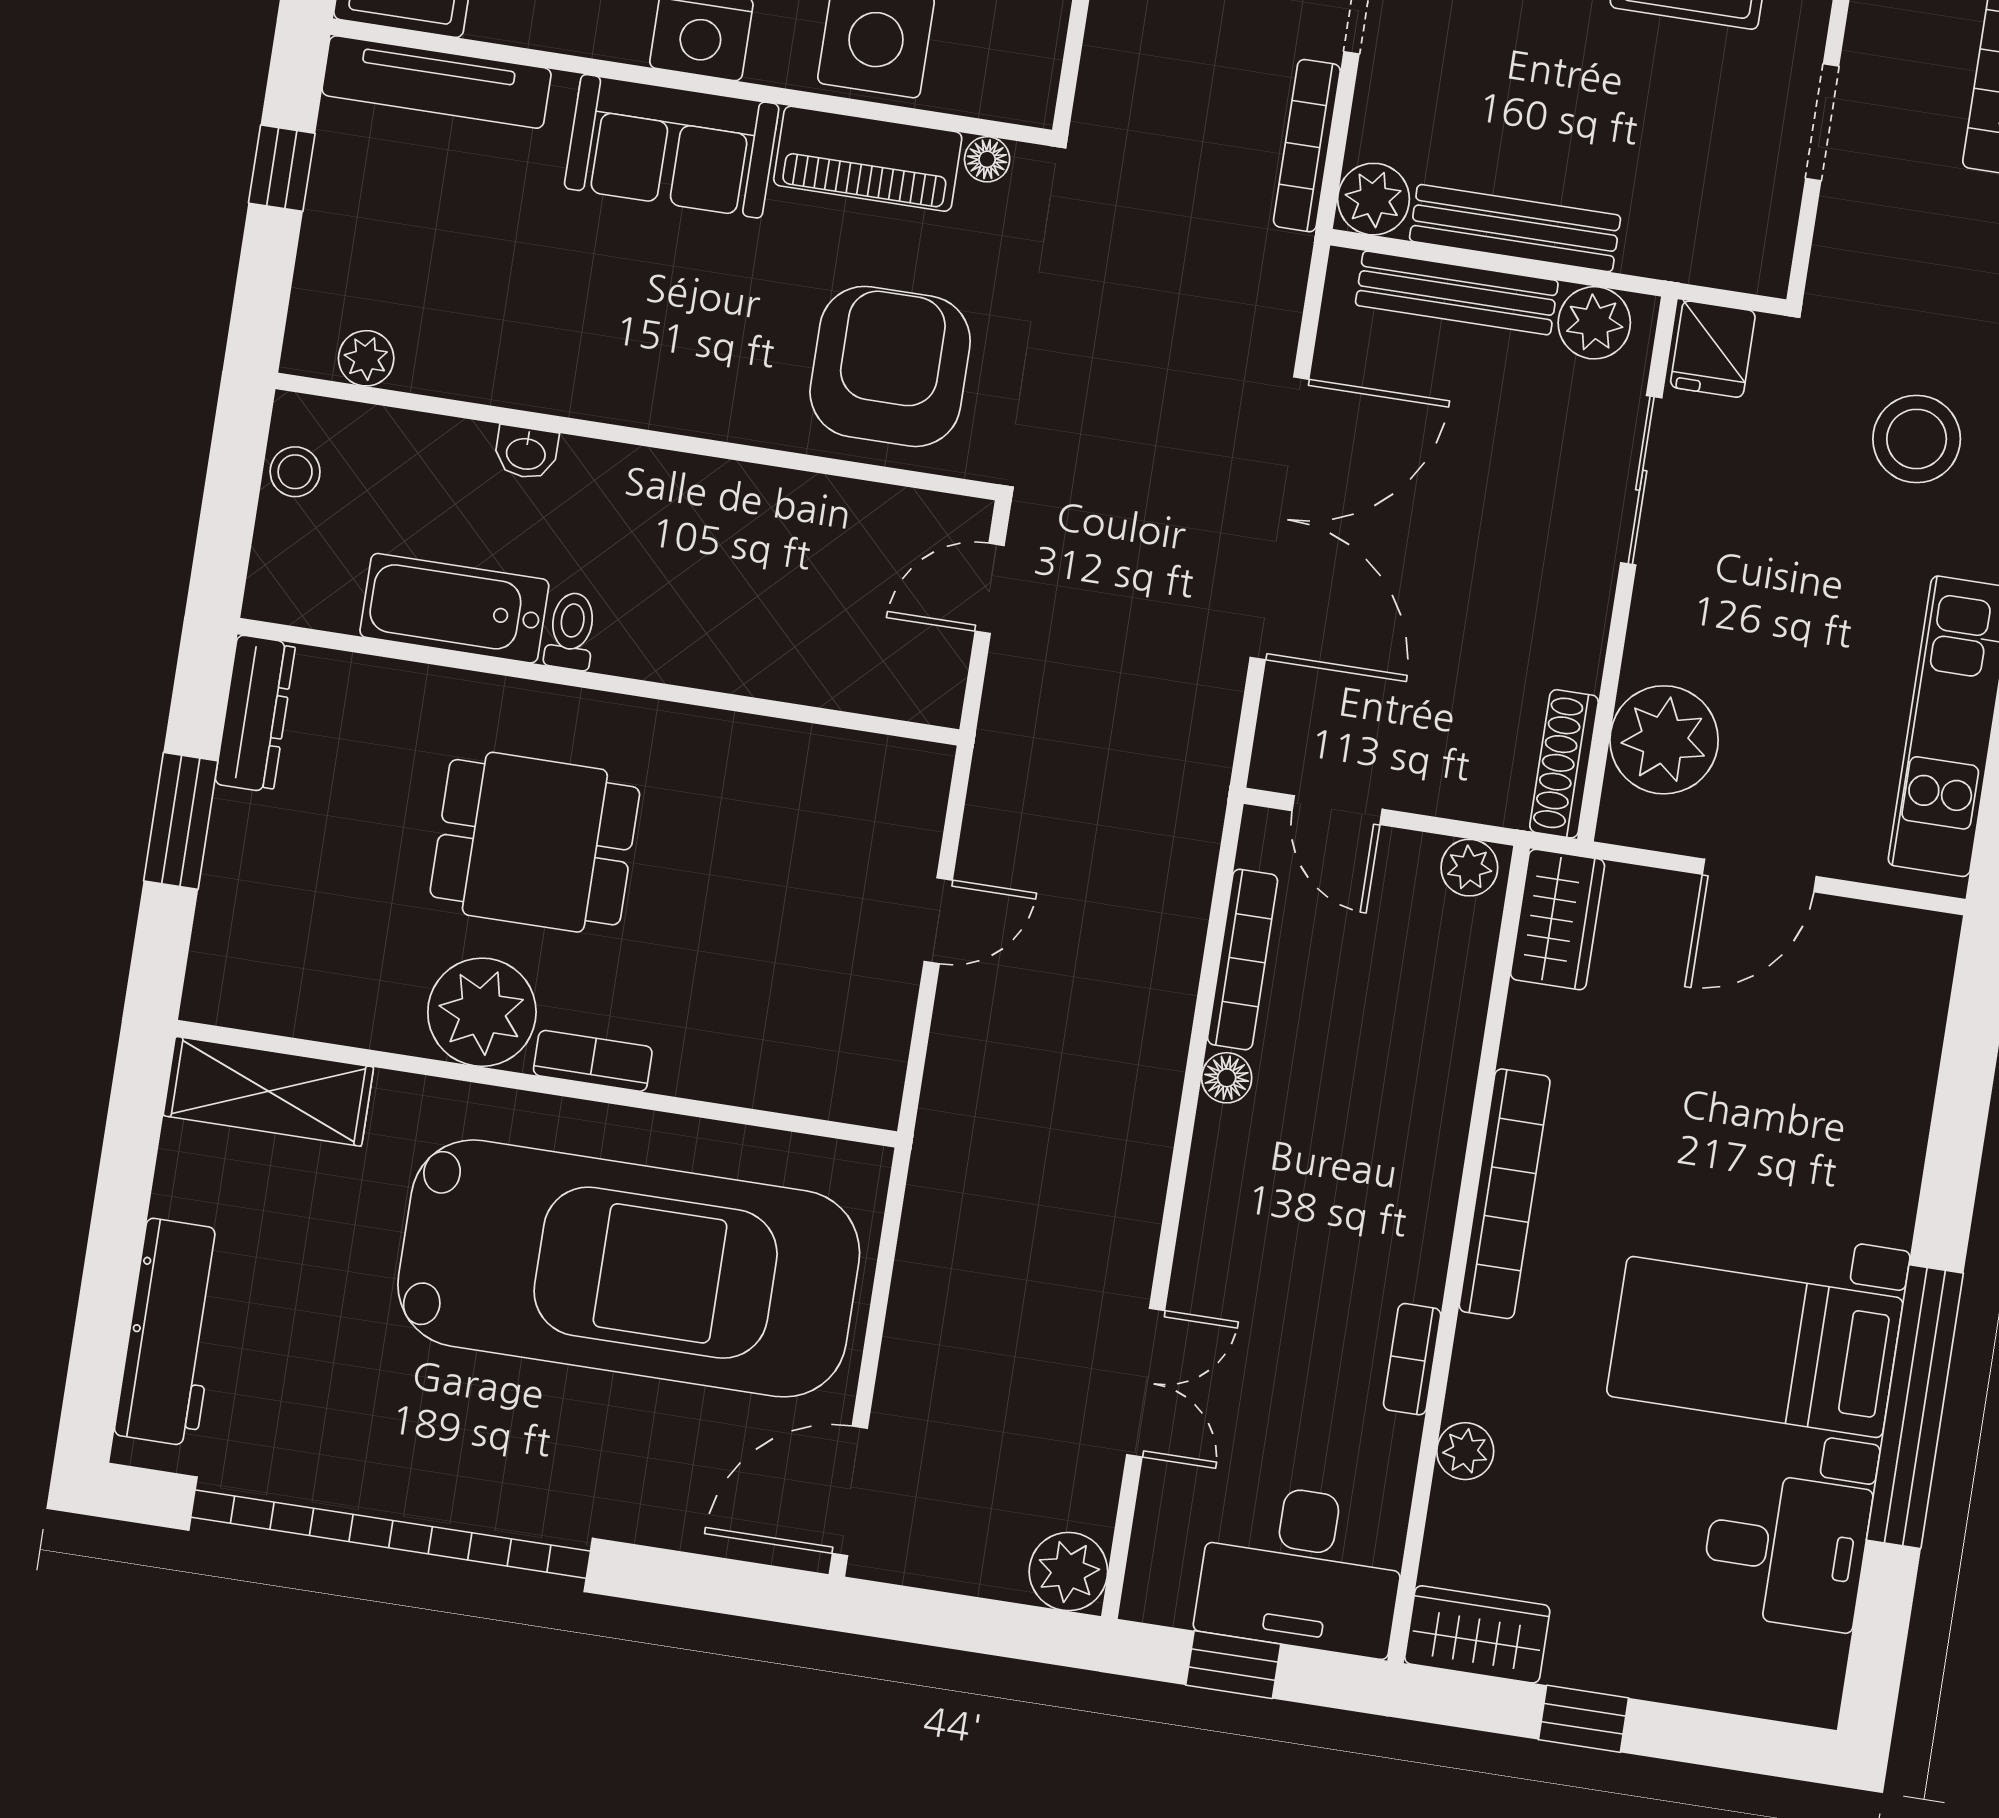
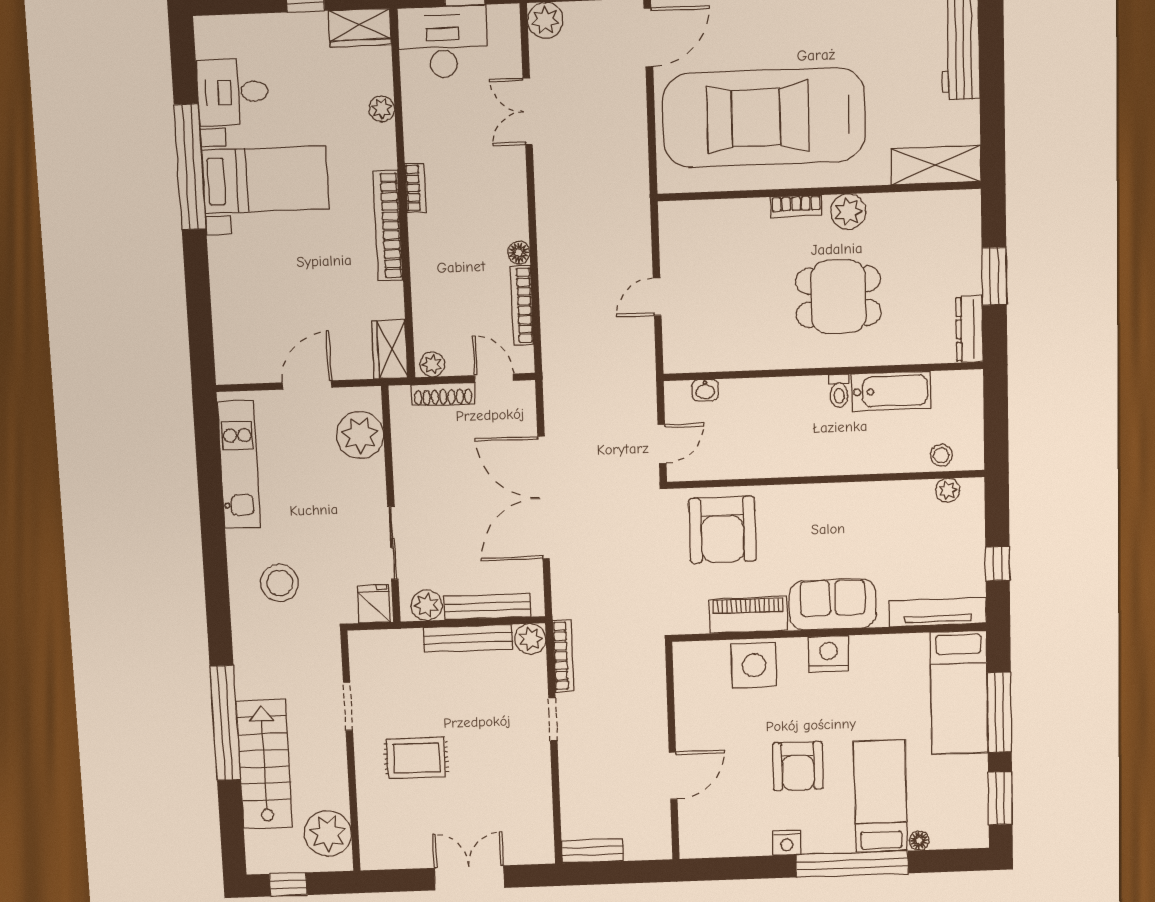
floor lamp: (987, 159) -> (698, 624), removed
washbasin: (526, 453) -> (705, 390), moved, turned 180
stool: (295, 472) -> (941, 455), moved
shoe rack: (1564, 764) -> (443, 394), moved, turned 90
plant: (482, 1012) -> (848, 212), width x0.73, depth x0.73
bookcase: (1412, 1359) -> (415, 188), moved

